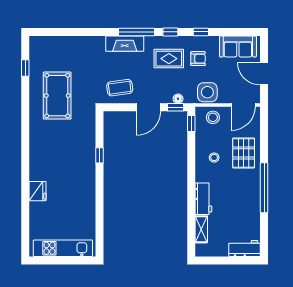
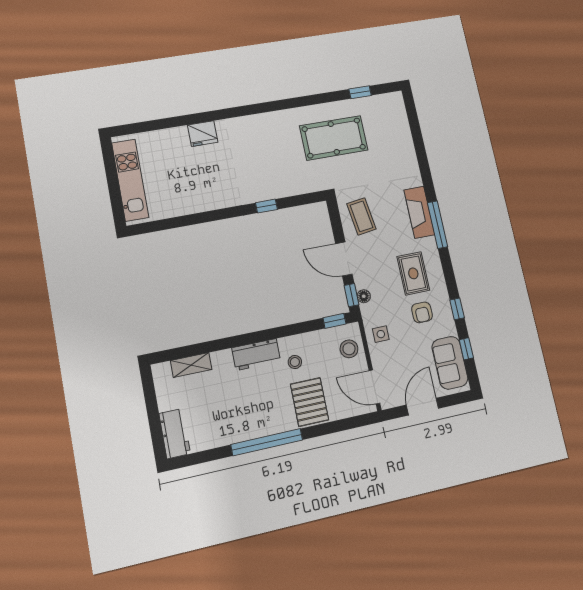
window: (170, 32) -> (466, 349), moved
side table: (207, 92) -> (381, 334), width x0.54, depth x0.54
pallet: (244, 153) -> (310, 402), turned 90
workbench: (203, 199) -> (256, 355), moved

